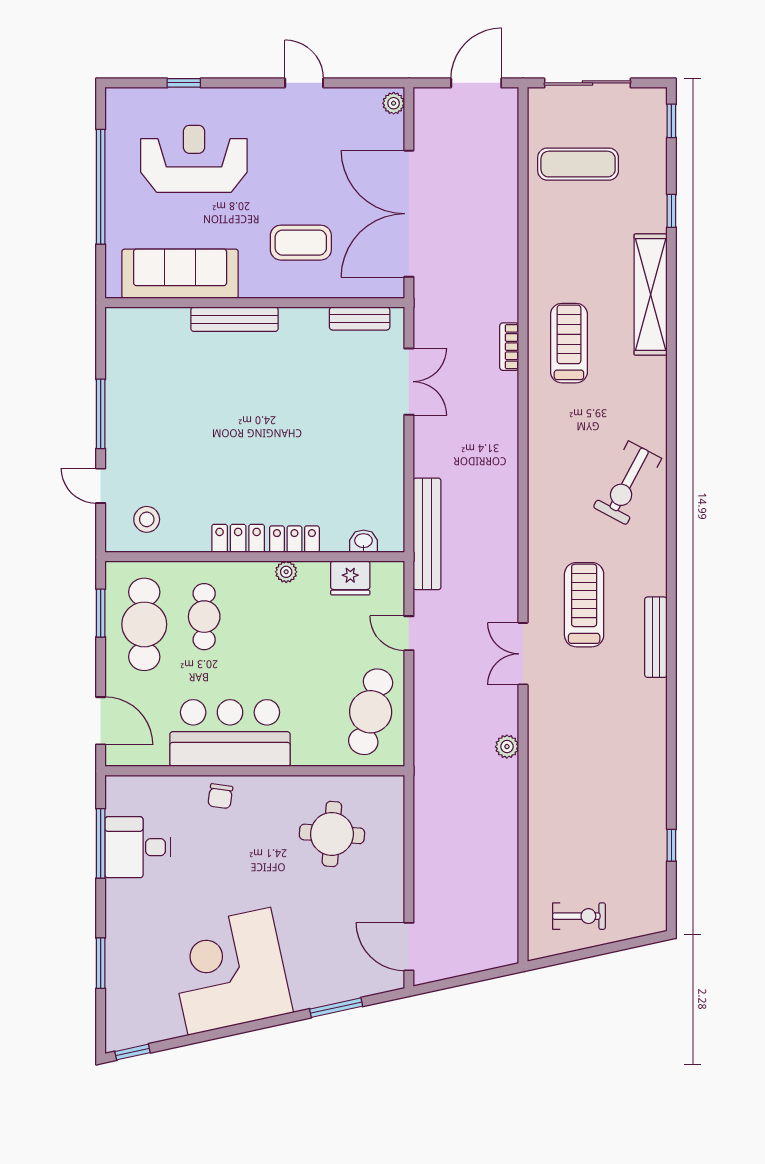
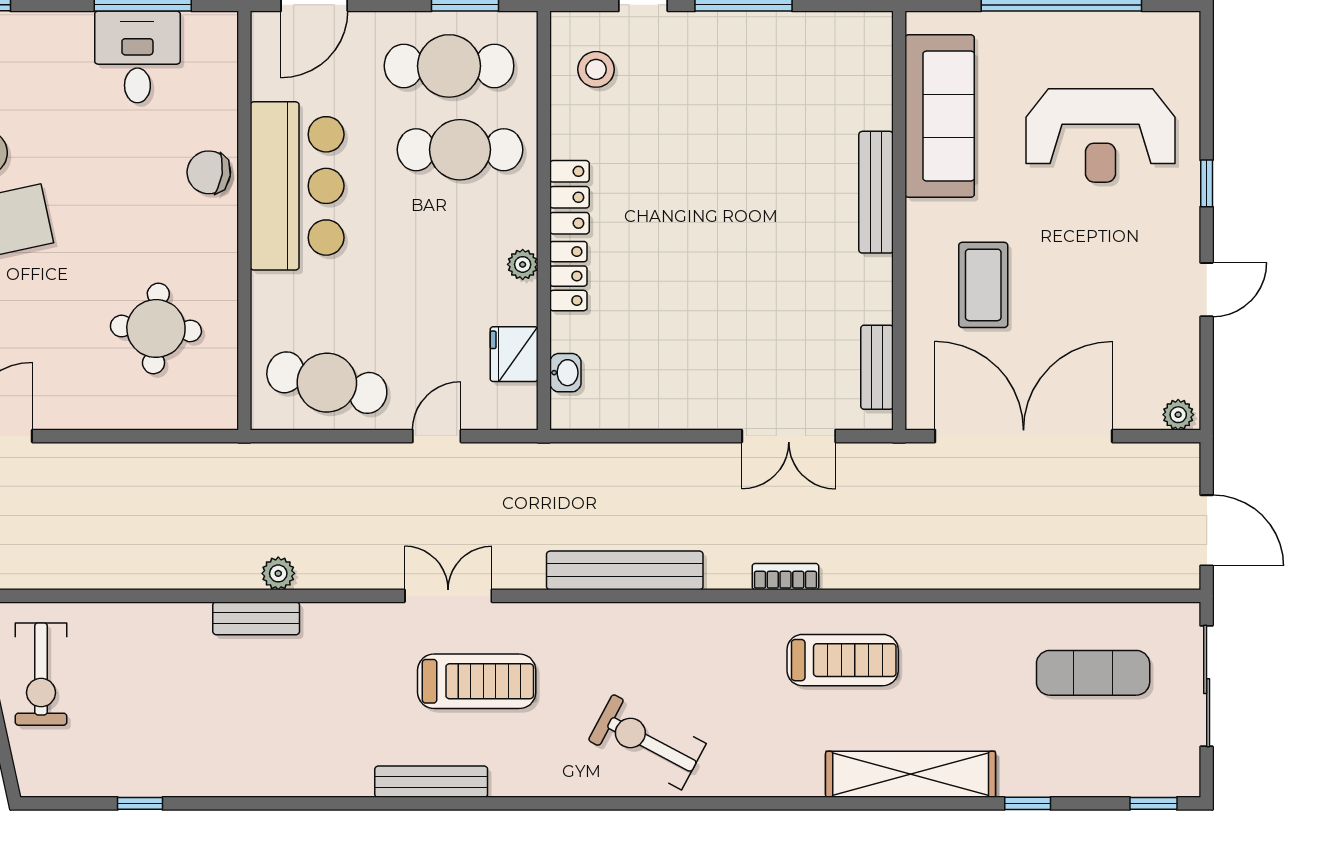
window: (184, 83) -> (1207, 183), moved
reception desk: (194, 159) -> (1100, 136), turned 90
exercise mat: (578, 164) -> (1093, 673), turned 90
bookcase: (509, 347) -> (785, 577), moved
bench: (427, 534) -> (625, 570), moved
cafe table: (204, 617) -> (460, 150), width x1.37, depth x1.35
double door: (523, 654) -> (448, 596), moved
bench: (539, 762) -> (256, 618), added
chair: (220, 796) -> (209, 172), width x1.37, depth x1.37
exercise bike: (579, 916) -> (41, 674), width x1.38, depth x1.39

